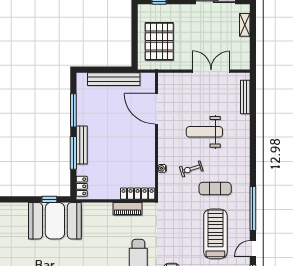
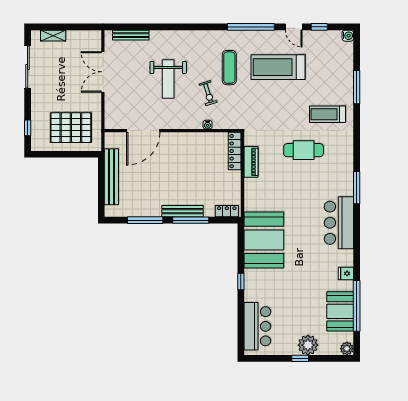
window: (49, 199) -> (241, 282), moved

